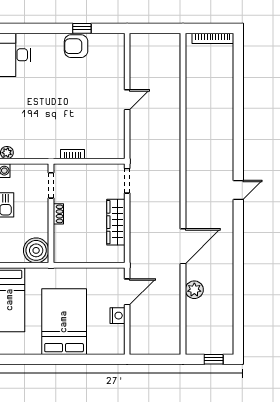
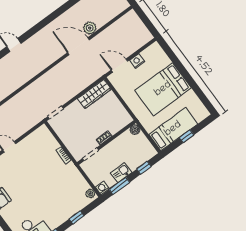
wardrobe: (116, 222) -> (94, 94), moved
door: (183, 246) -> (79, 46), moved
boiler: (36, 250) -> (135, 130), width x0.54, depth x0.54

